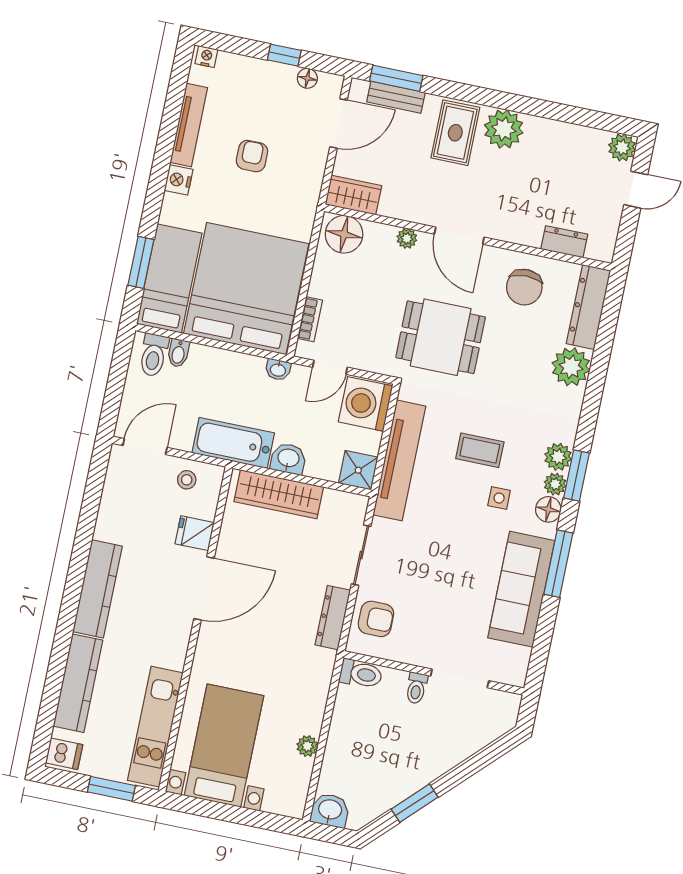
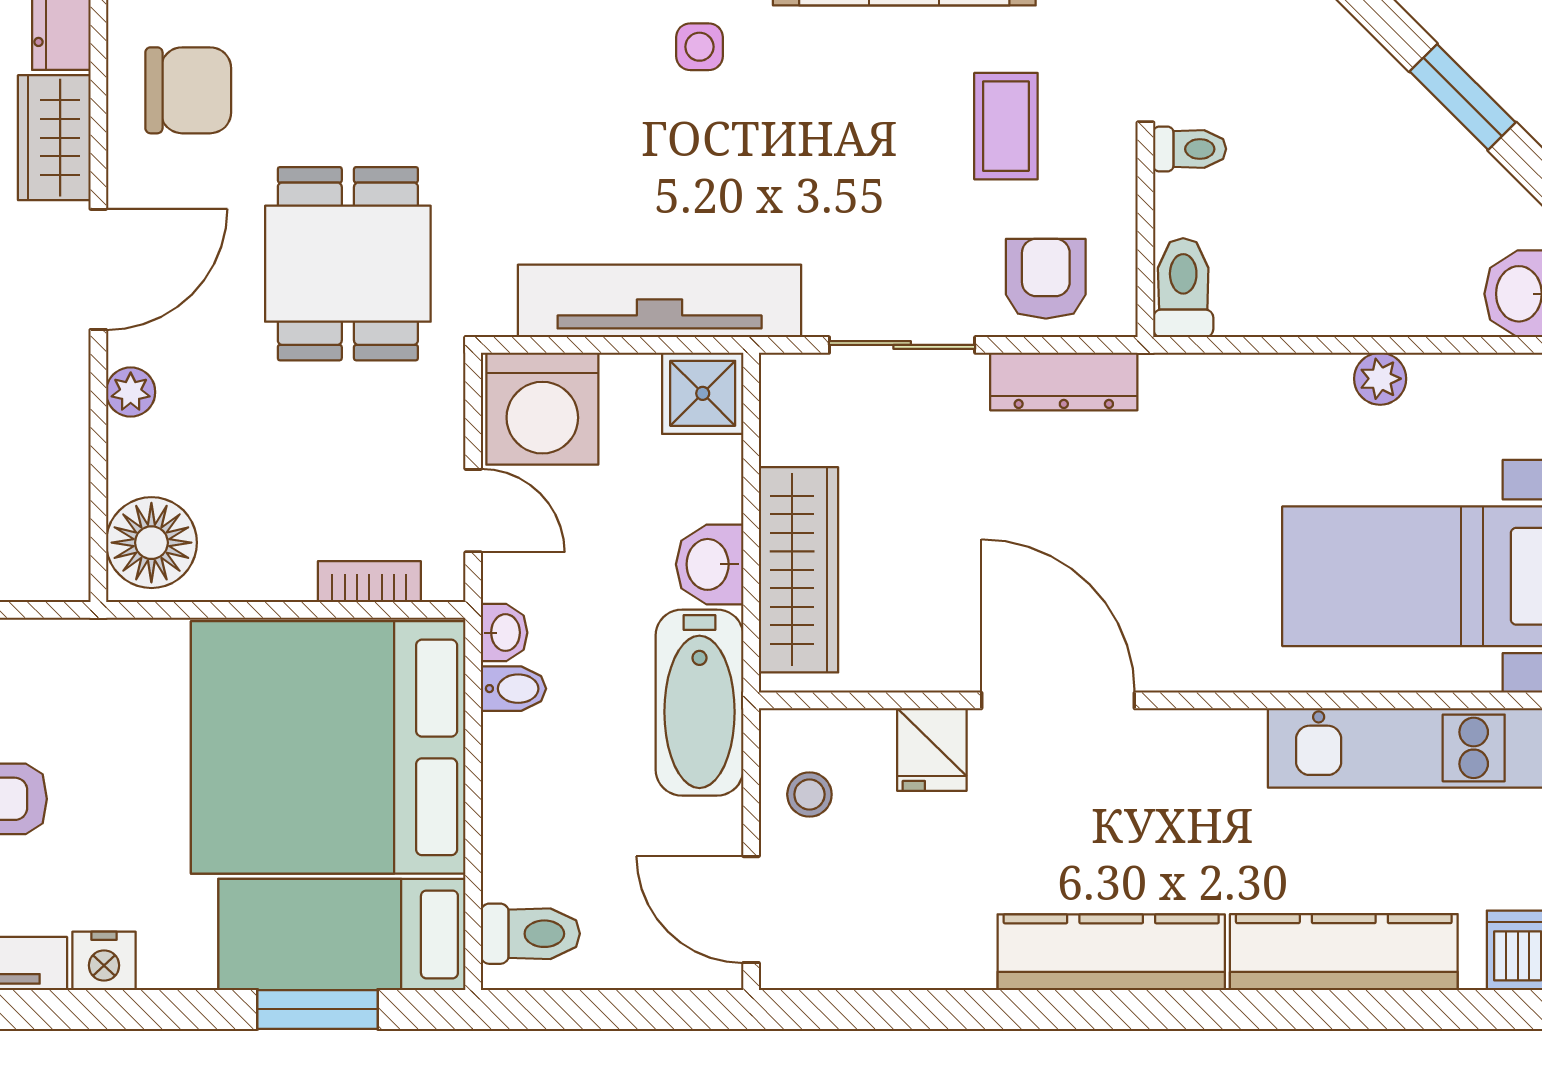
wardrobe: (353, 195) -> (54, 138), moved
bidet: (178, 353) -> (514, 689), moved
coffee table: (480, 450) -> (1006, 126), moved

